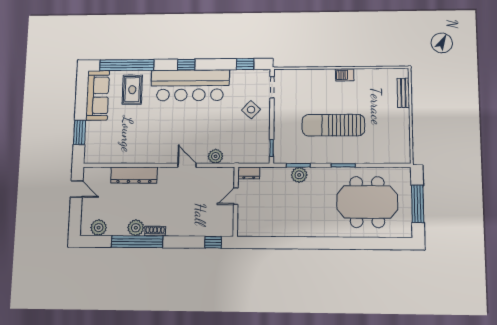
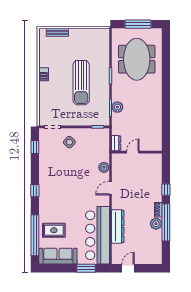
bar counter: (190, 85) -> (98, 235), moved, turned 180
door: (236, 196) -> (133, 152), swing flipped
plant: (99, 228) -> (156, 251), removed
window: (213, 242) -> (166, 190), moved

